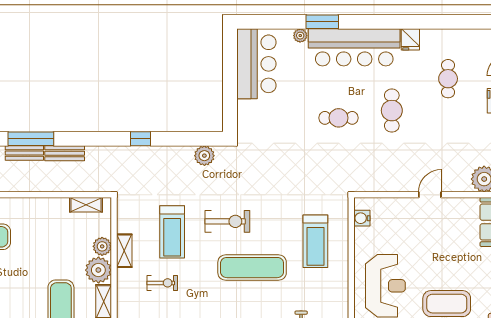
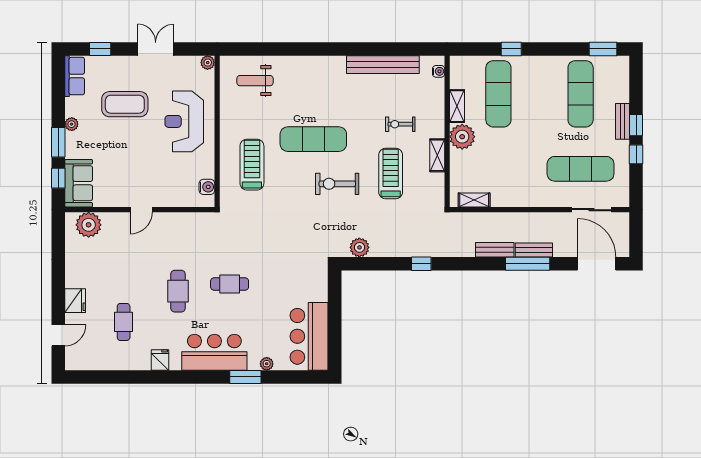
bar counter: (354, 47) -> (214, 352), width x0.73
plant: (102, 246) -> (458, 160), removed

